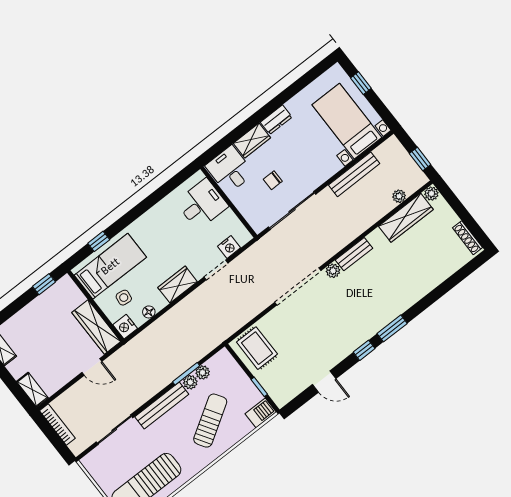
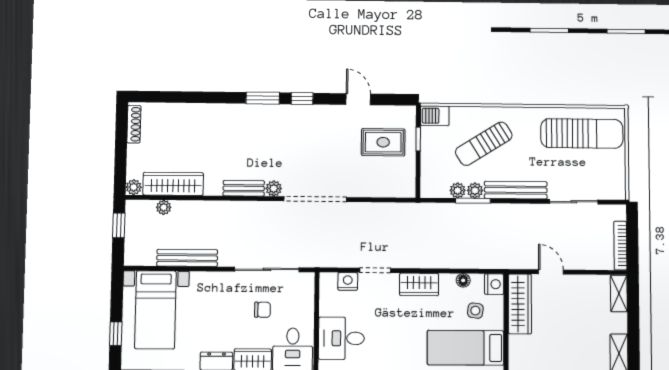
rug: (257, 348) -> (383, 142), moved, turned 90

